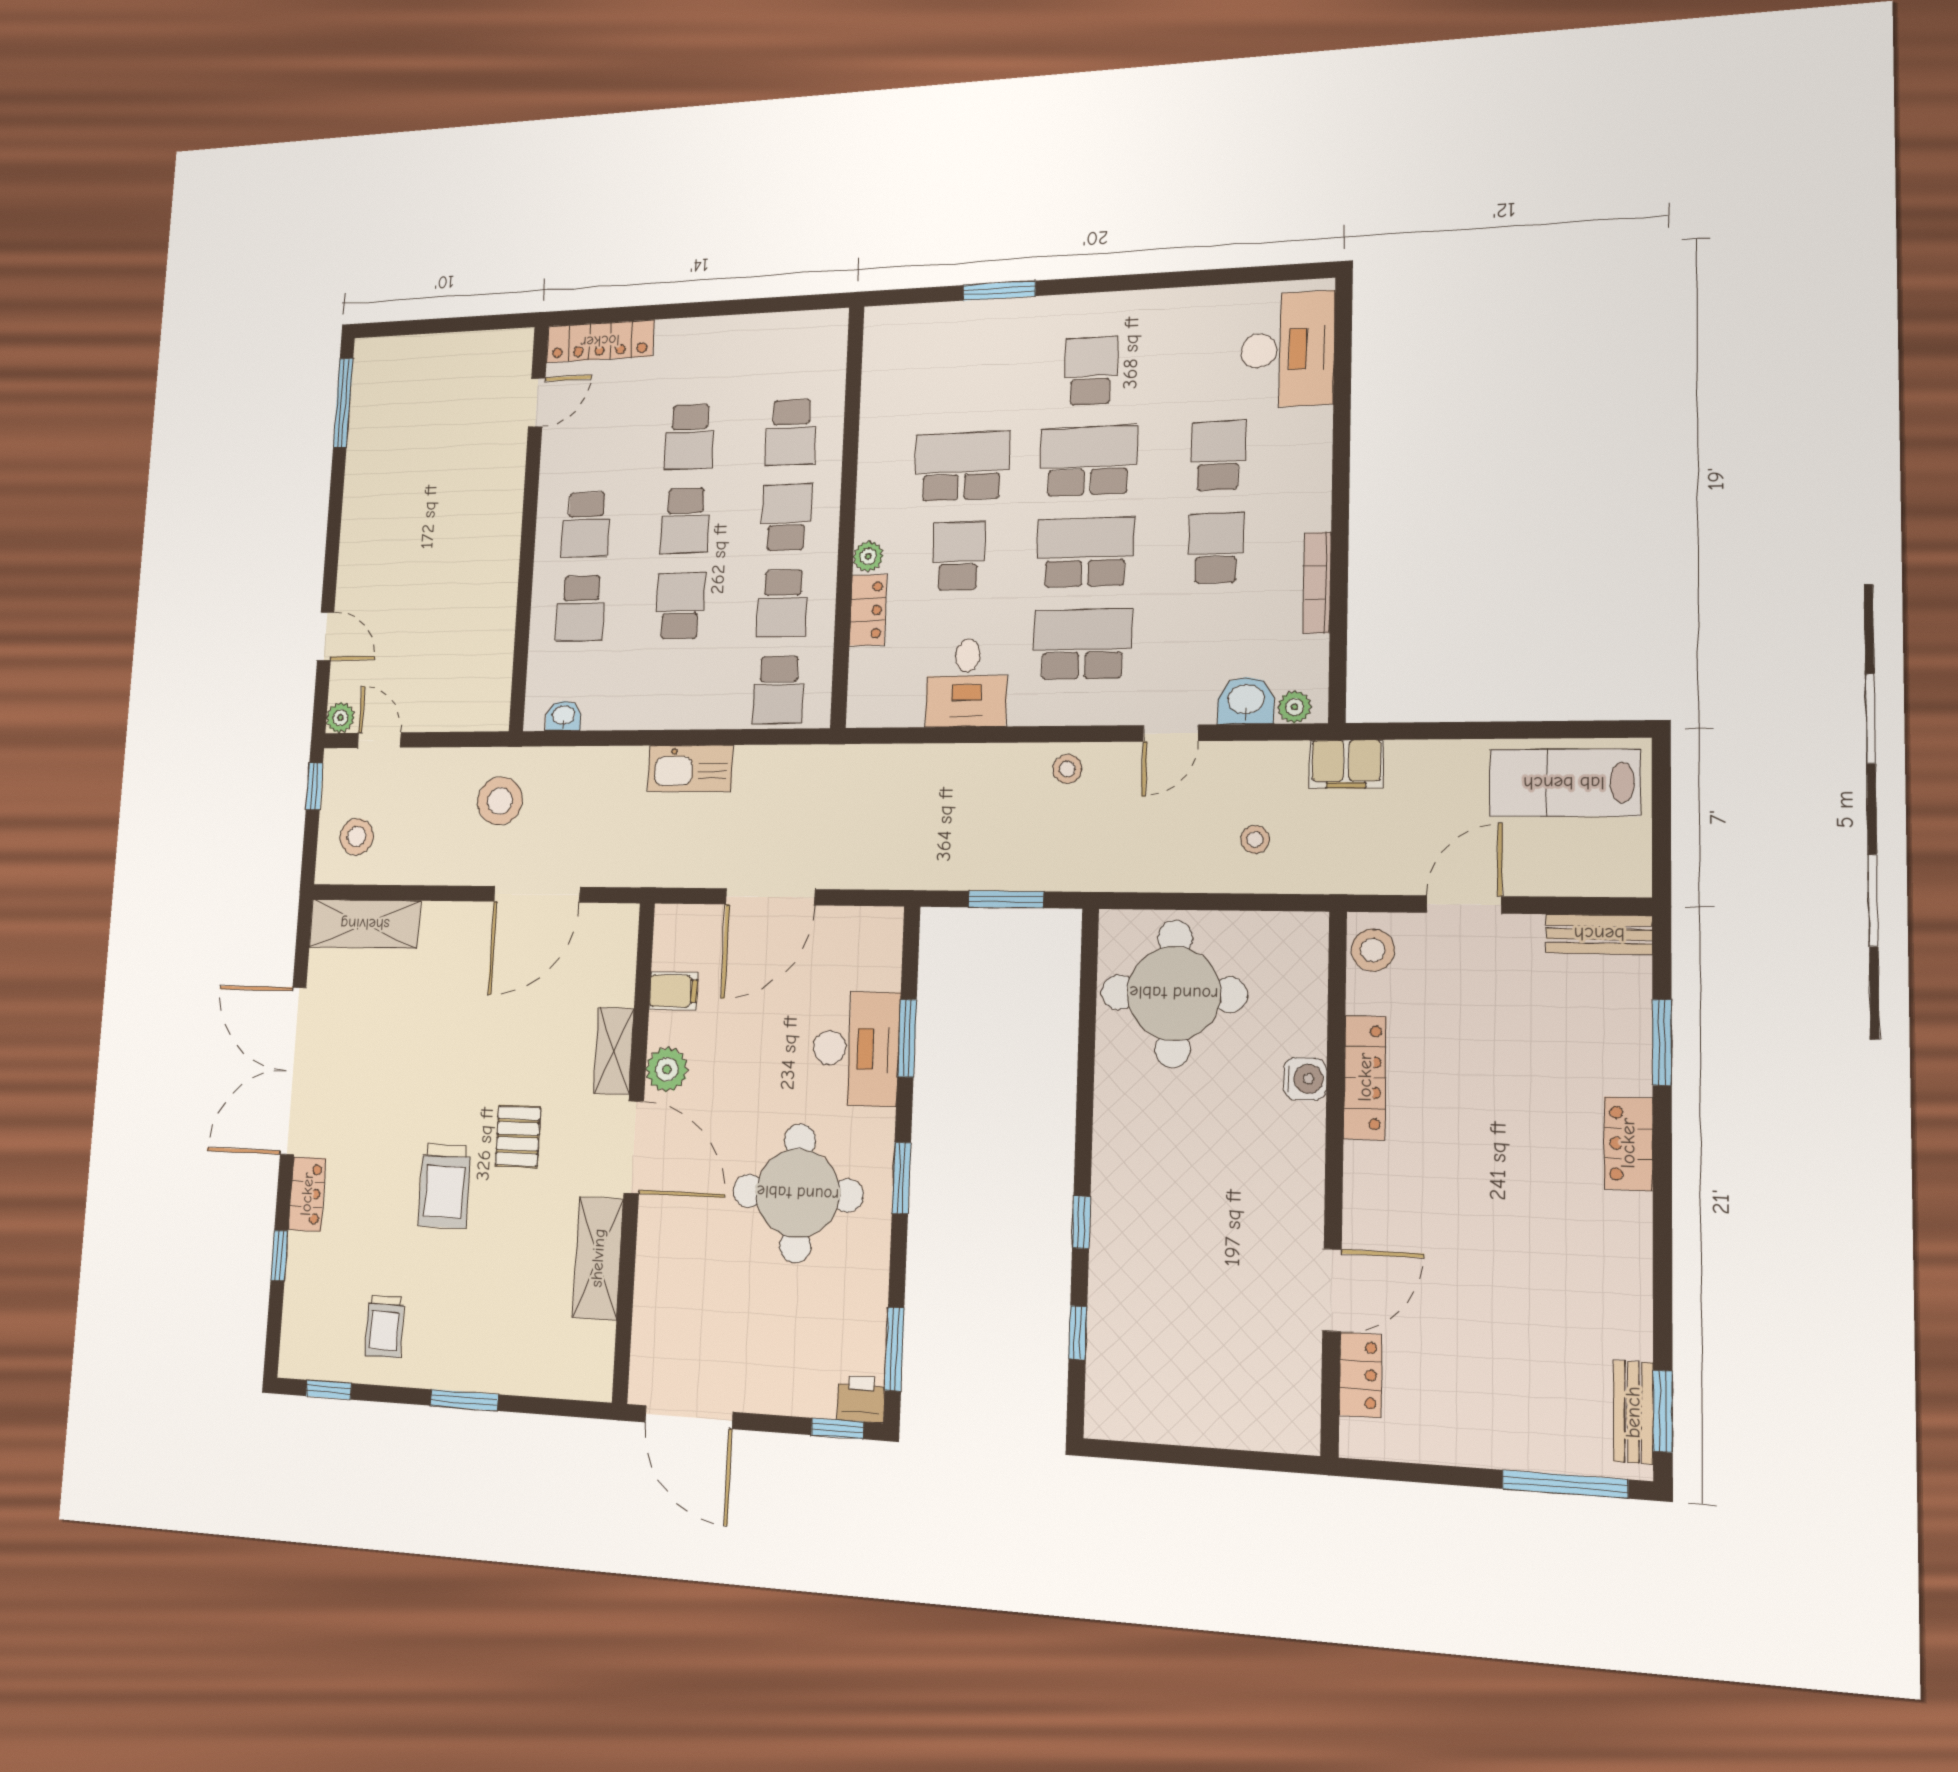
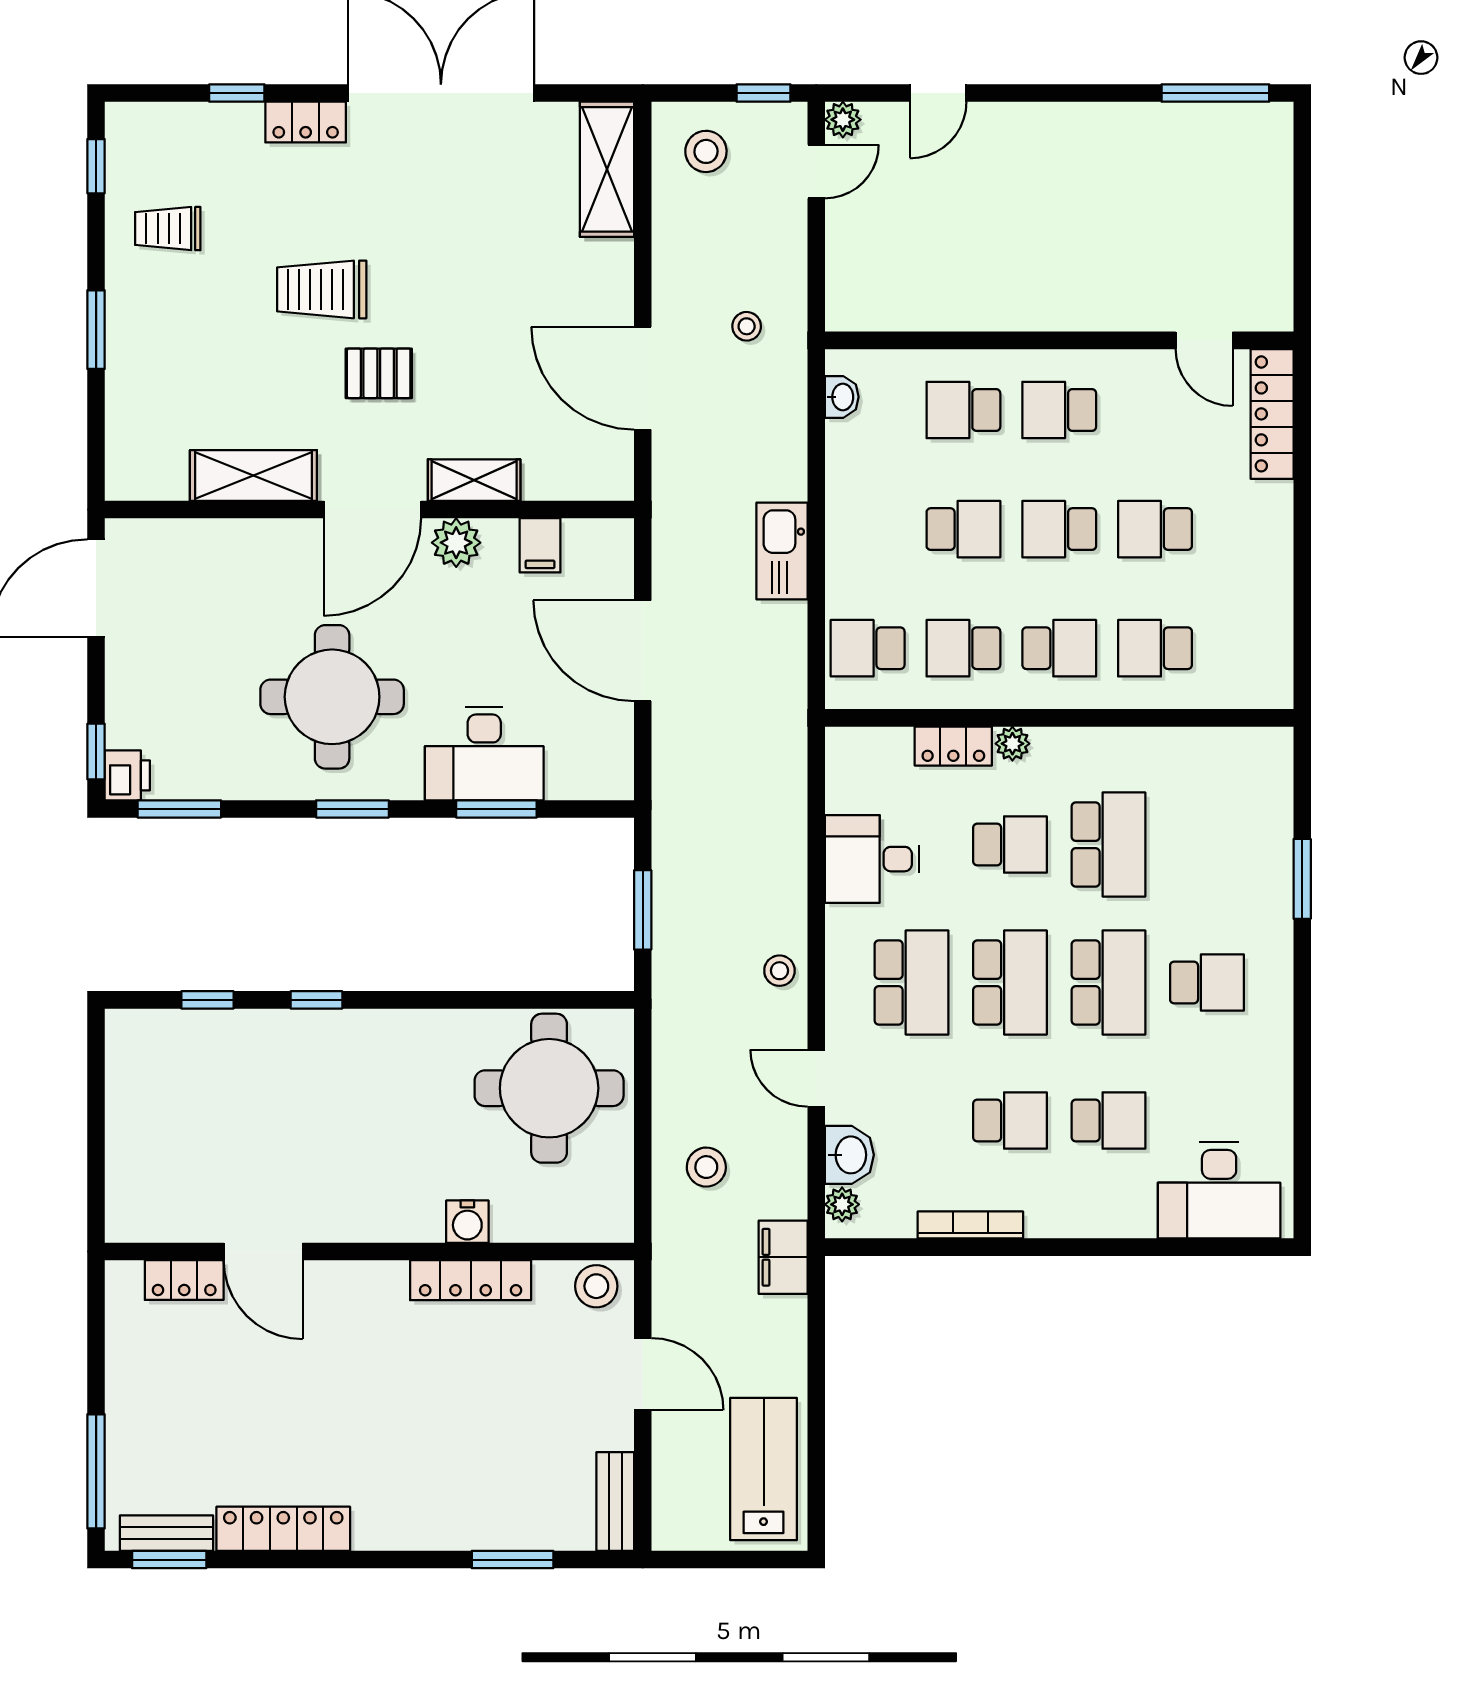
stool: (500, 801) -> (747, 326), width x0.53, depth x0.53
stool: (1255, 840) -> (706, 1167), width x1.37, depth x1.37
locker: (1628, 1143) -> (283, 1529), moved, width x1.53

